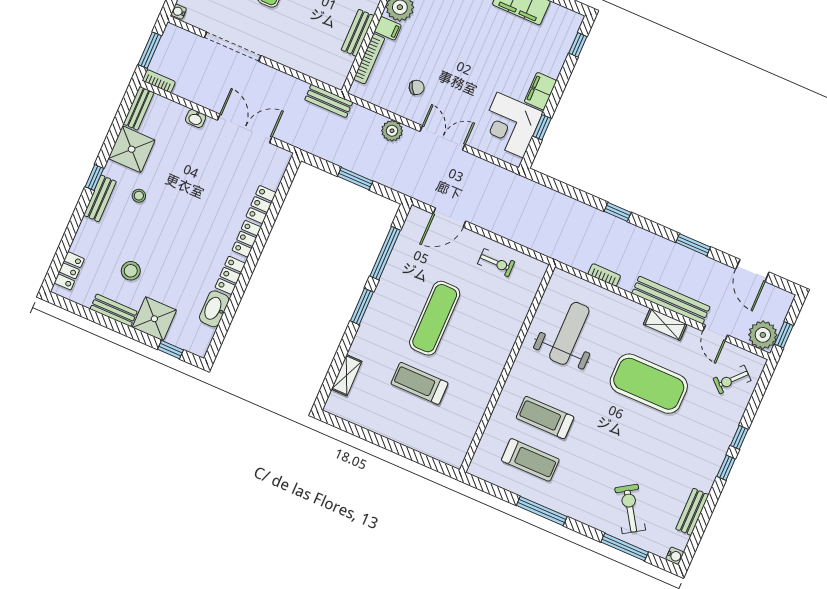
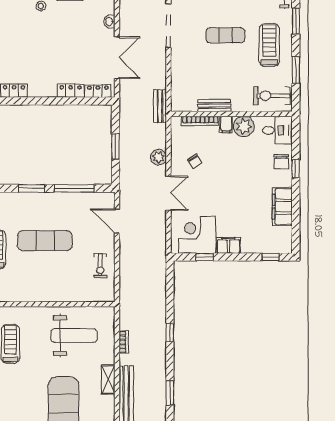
locker: (247, 239) -> (98, 91), moved
shelving: (665, 324) -> (108, 380), moved

